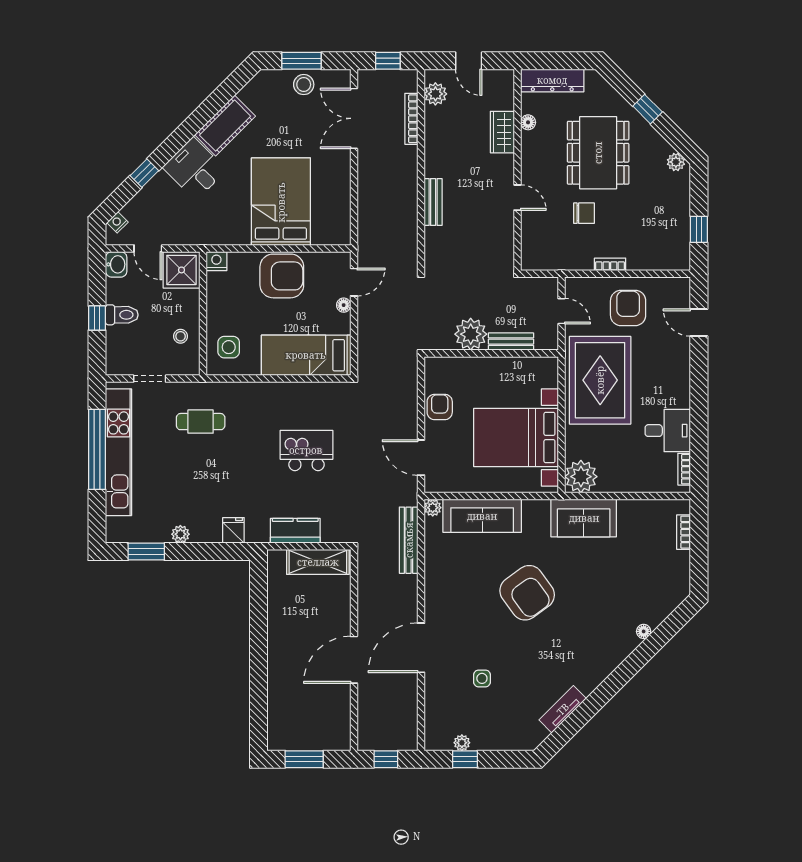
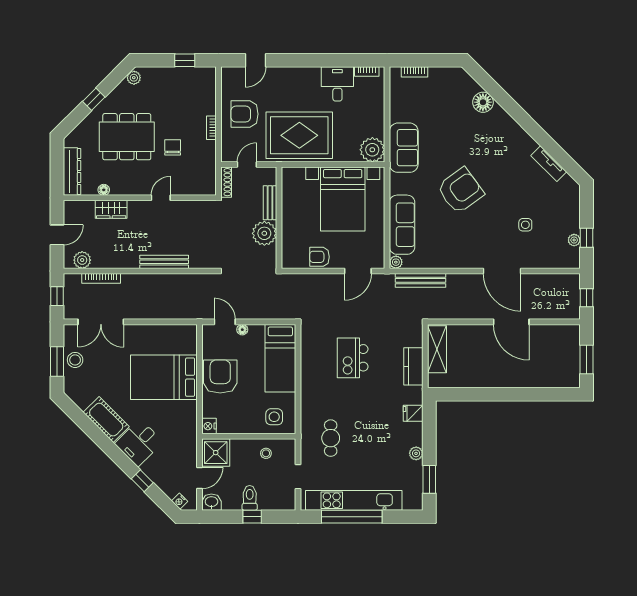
bench: (433, 202) -> (164, 262), width x1.36
shoe rack: (538, 284) -> (226, 182), added
floor lamp: (644, 631) -> (483, 102), width x1.89, depth x1.89

